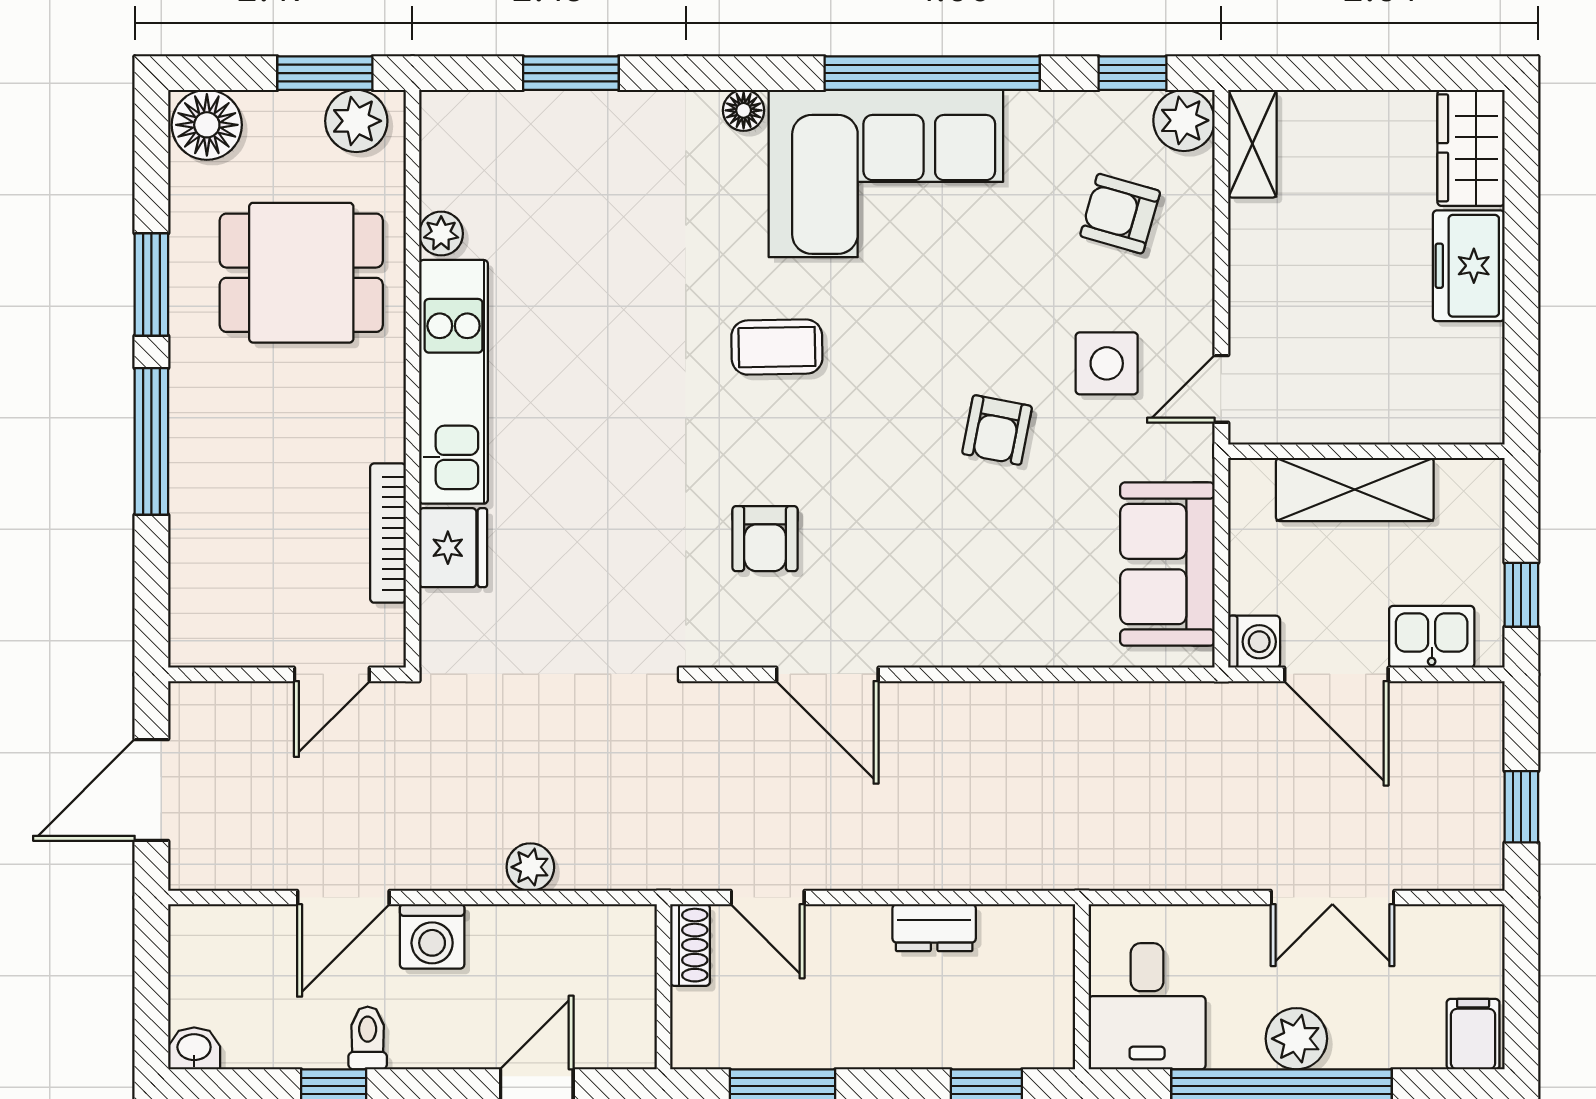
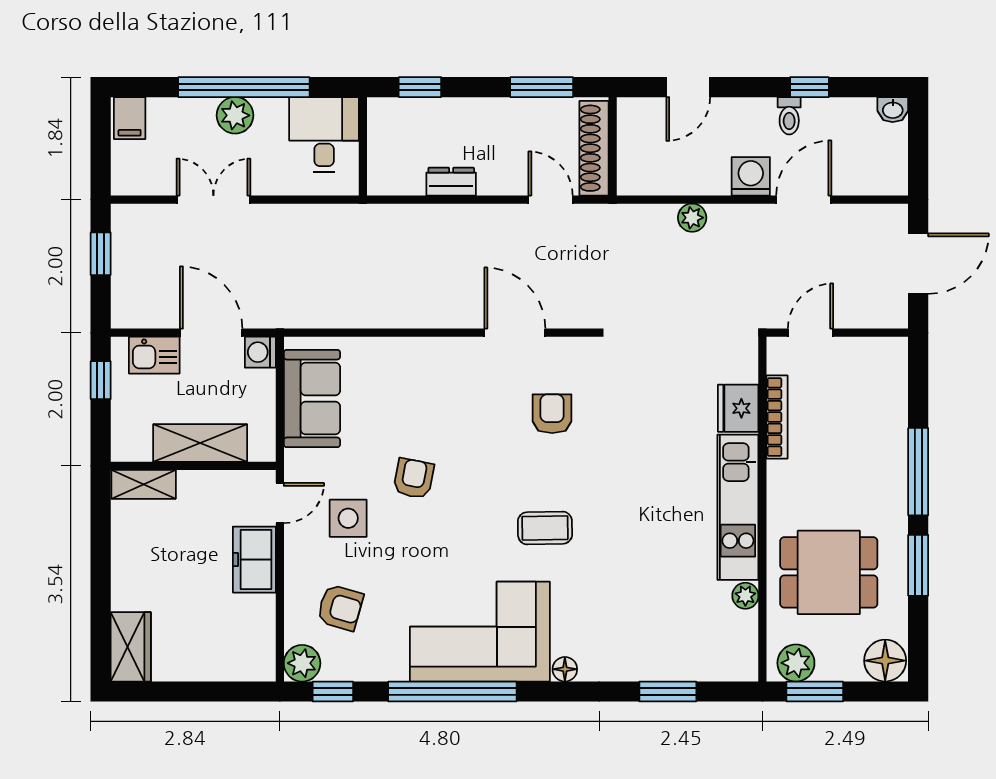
shelving: (1252, 144) -> (144, 484), moved, turned 90
freezer: (1469, 266) -> (254, 560), moved, turned 180
shoe rack: (690, 945) -> (594, 148), width x1.94, depth x1.24

